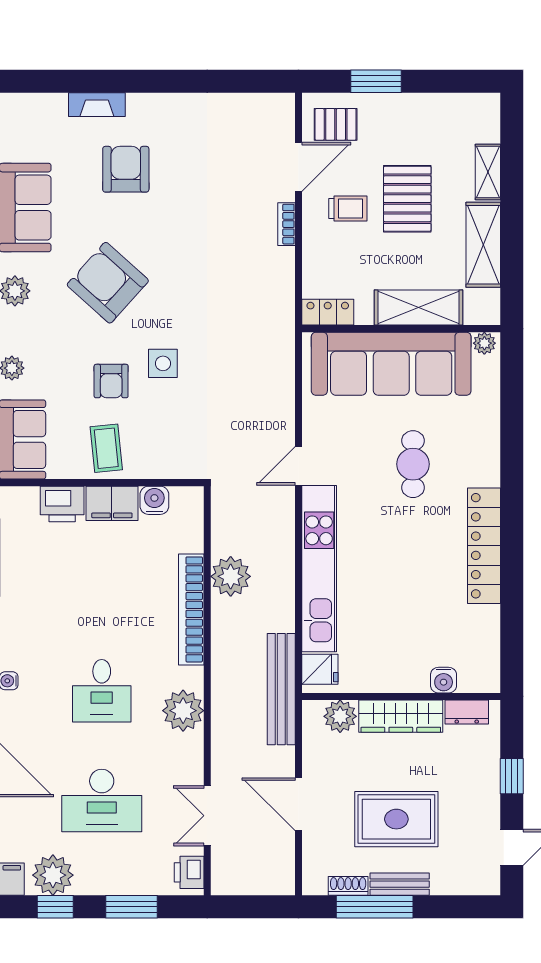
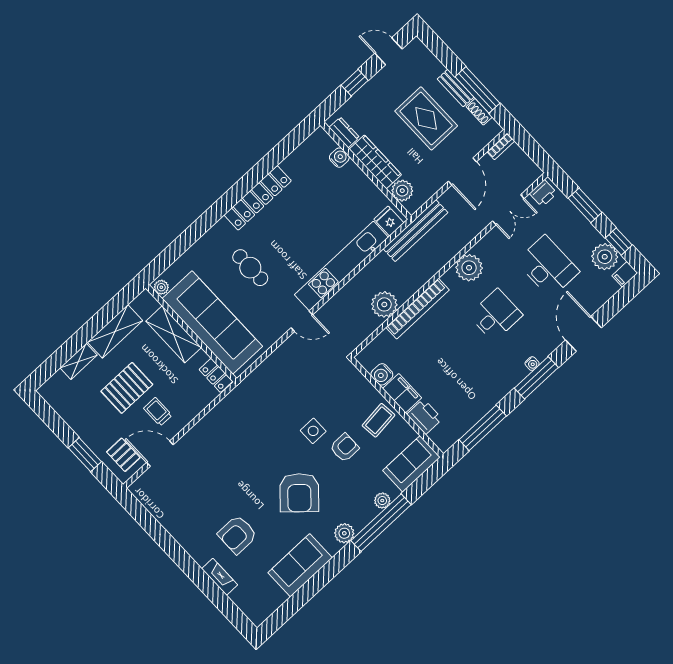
bookcase: (286, 224) -> (501, 146), moved
cafe table: (413, 464) -> (250, 268), turned 90

